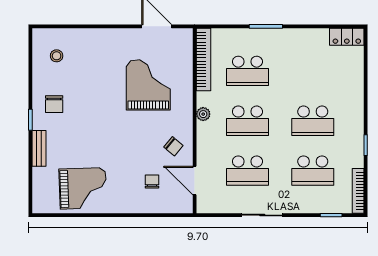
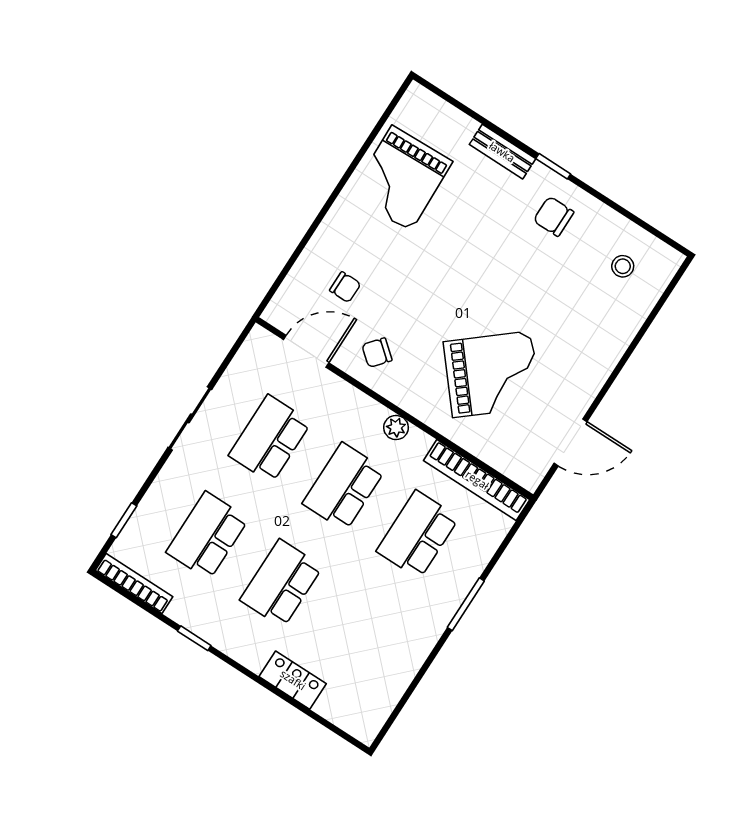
locker: (347, 37) -> (293, 680), moved, turned 90
grand piano: (148, 85) -> (492, 374), turned -40

